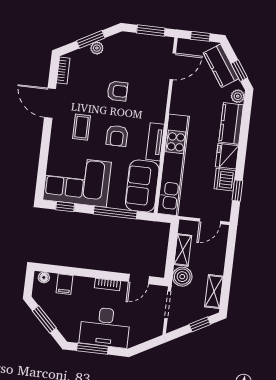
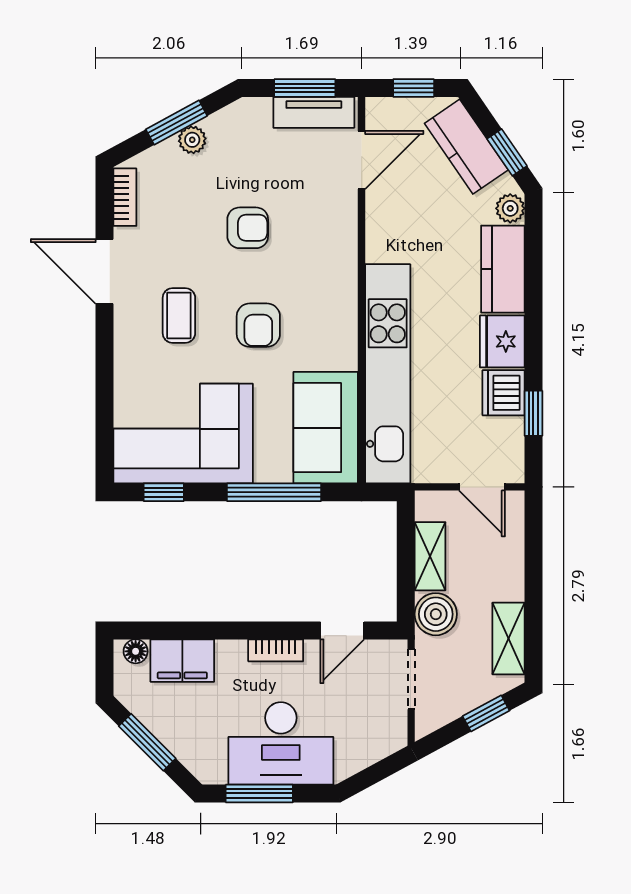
tv unit: (155, 142) -> (314, 112), moved, turned -90
door: (210, 221) -> (482, 487), hinge flipped
filing cabinet: (65, 284) -> (182, 661), width x2.00

